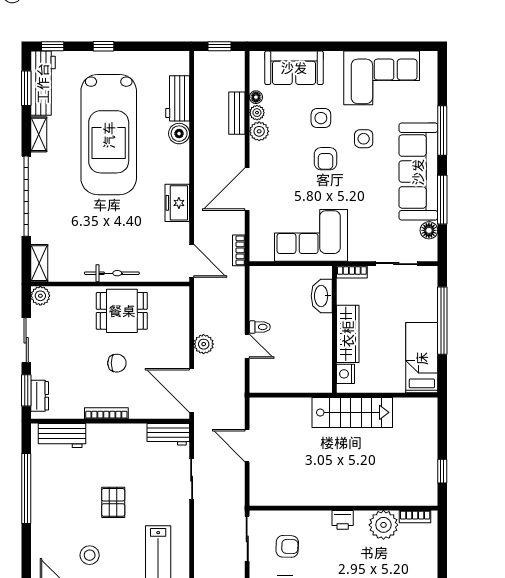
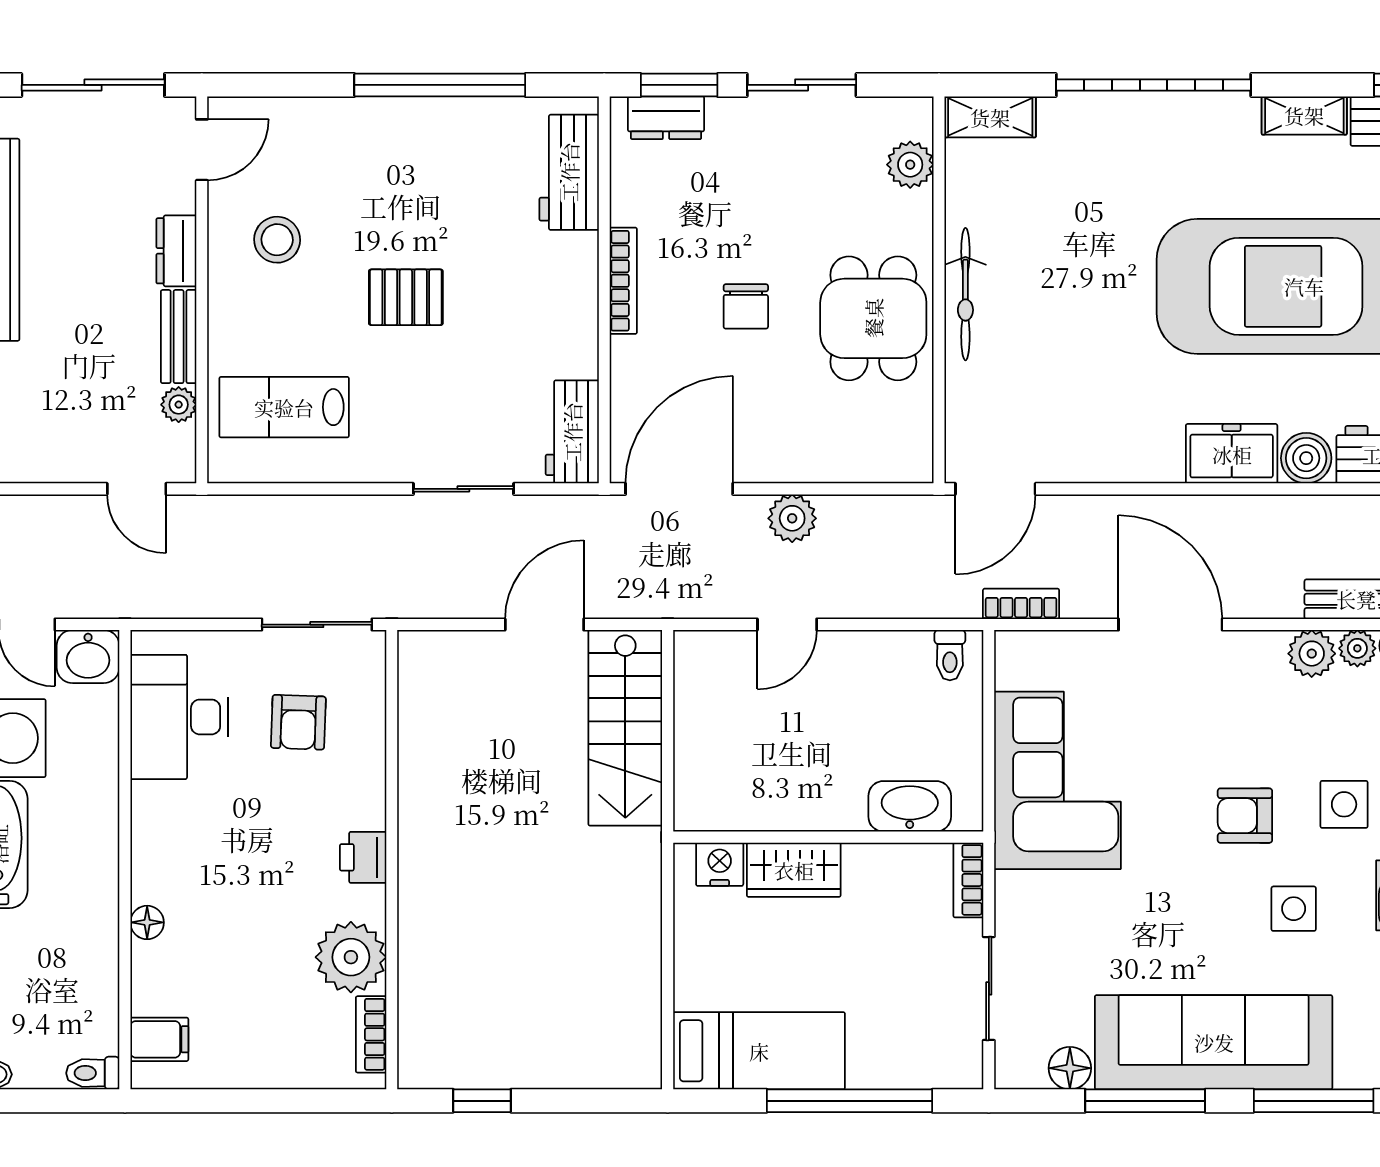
freezer: (177, 203) -> (1232, 454), moved
plant: (40, 296) -> (910, 165), moved
toilet: (260, 327) -> (950, 655), moved
wardrobe: (348, 334) -> (794, 870), width x0.67
stairs: (352, 412) -> (625, 728), moved

